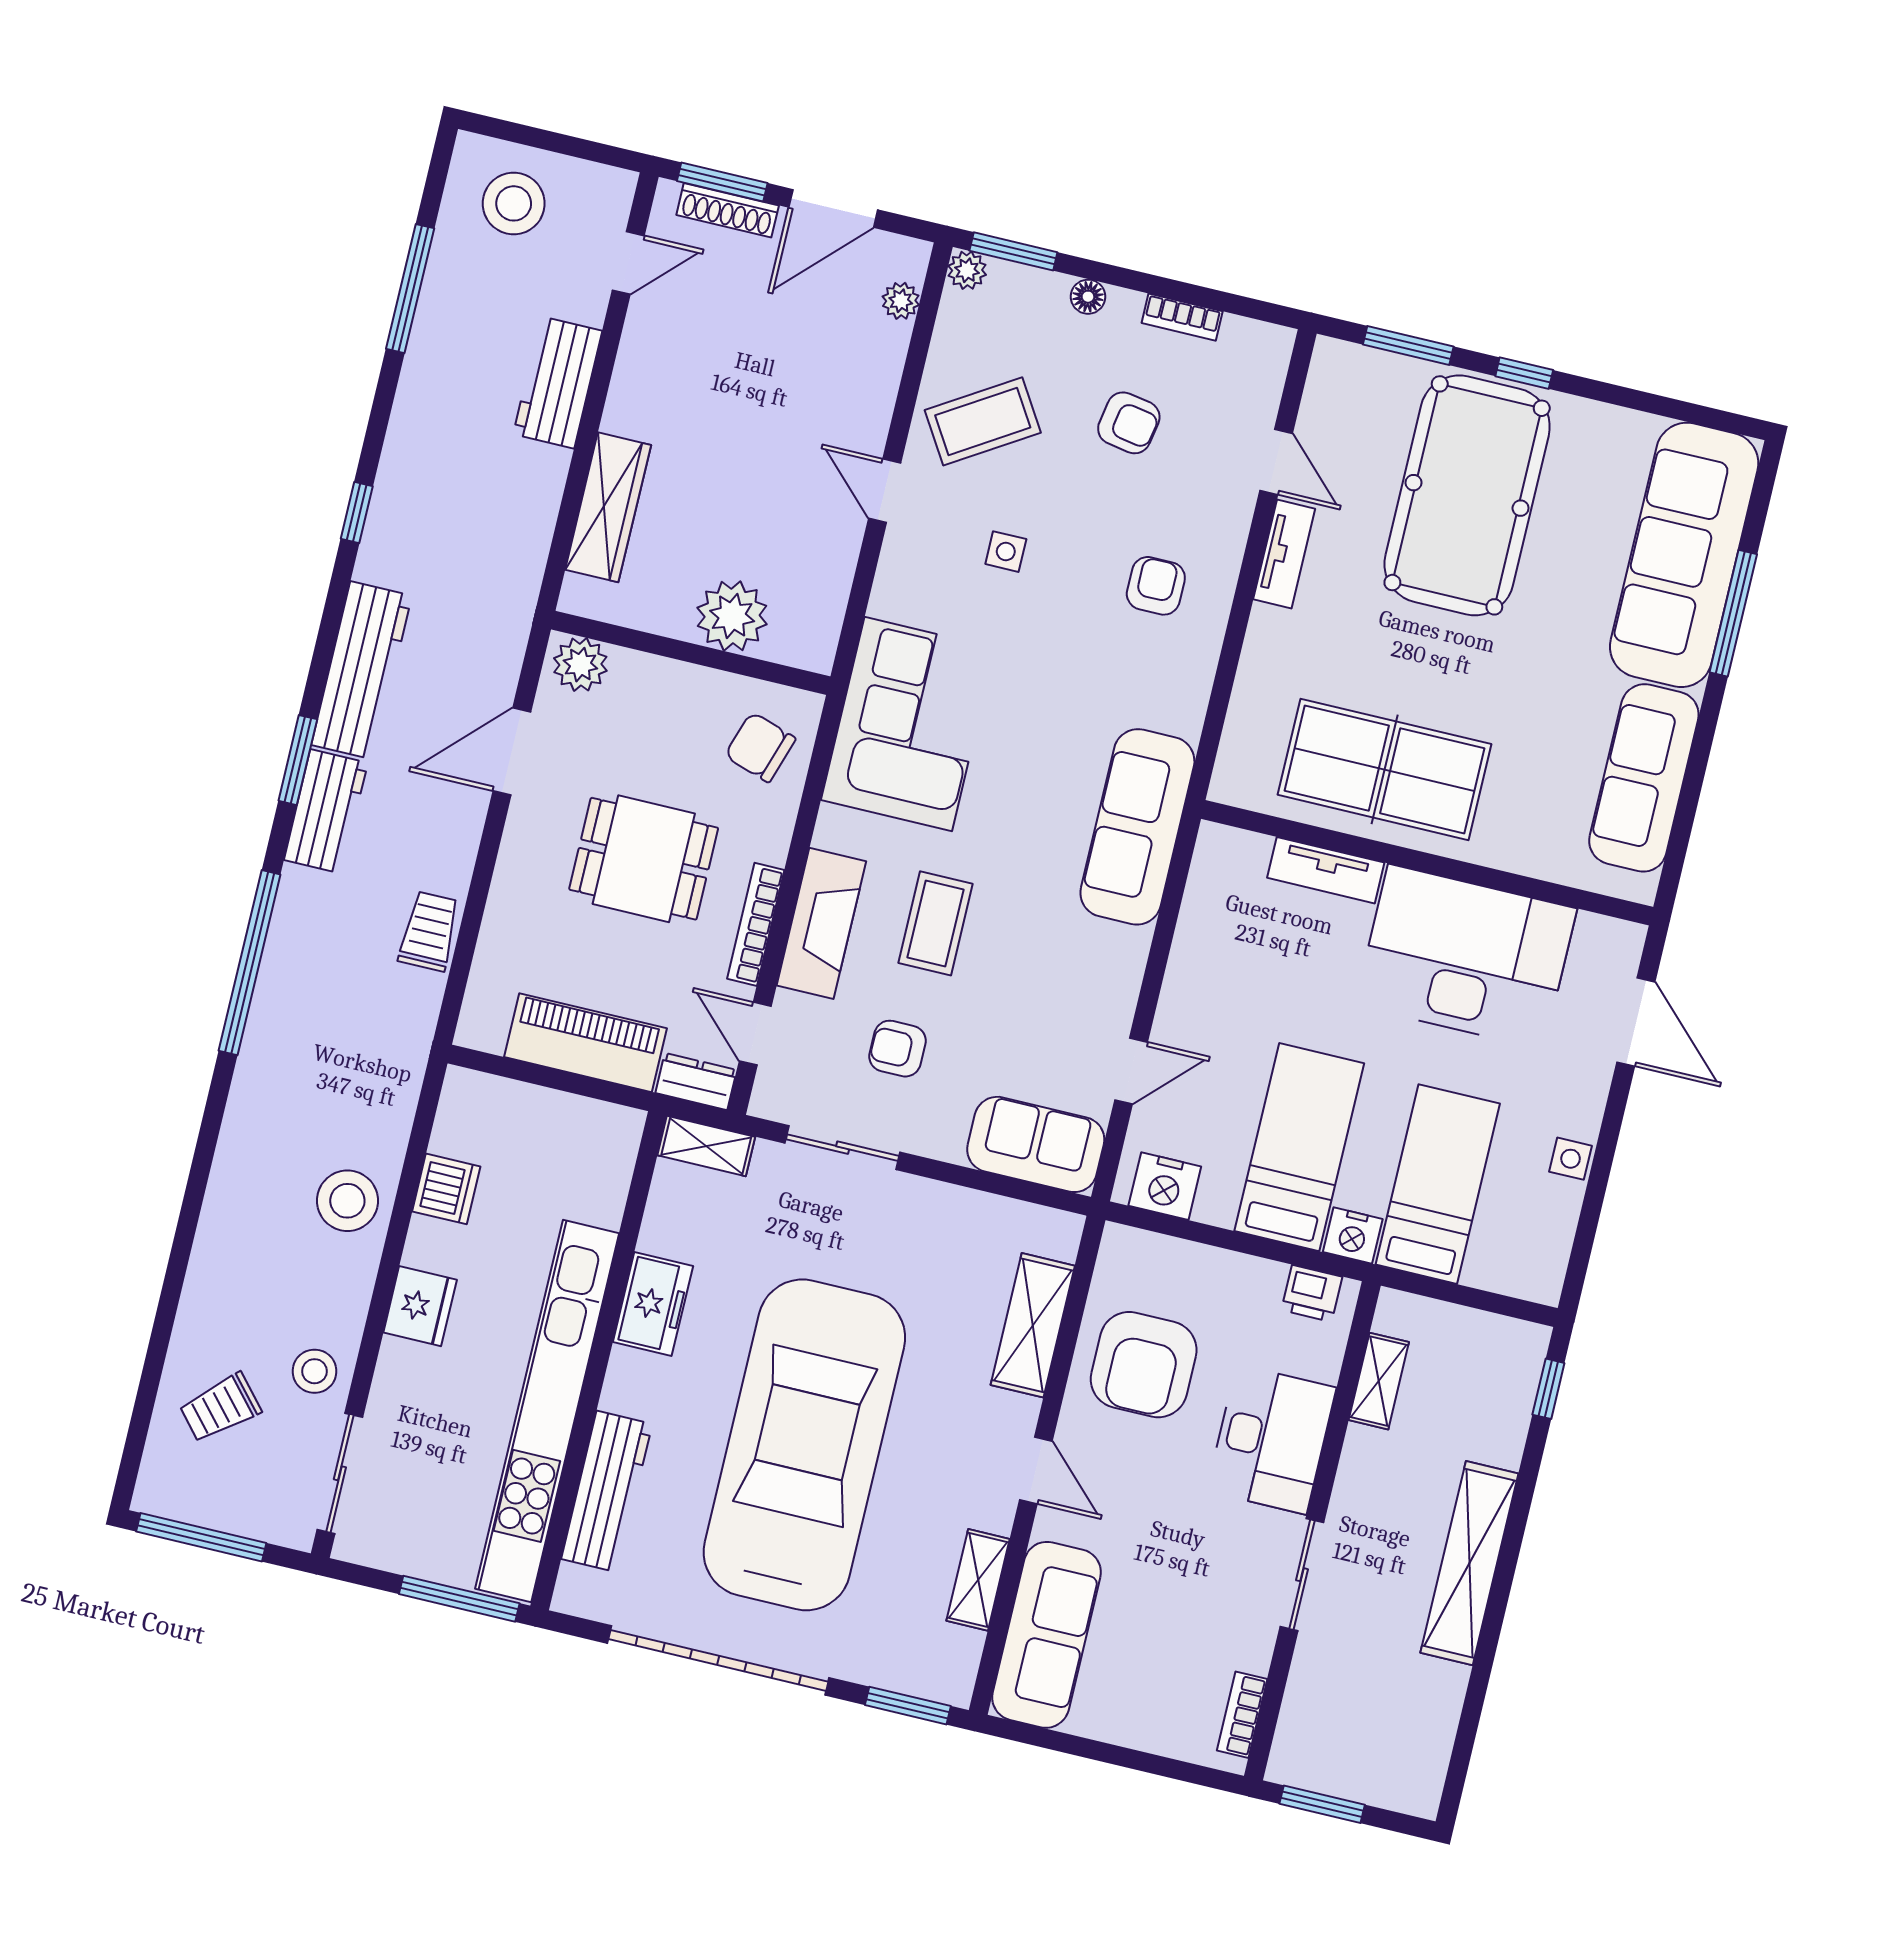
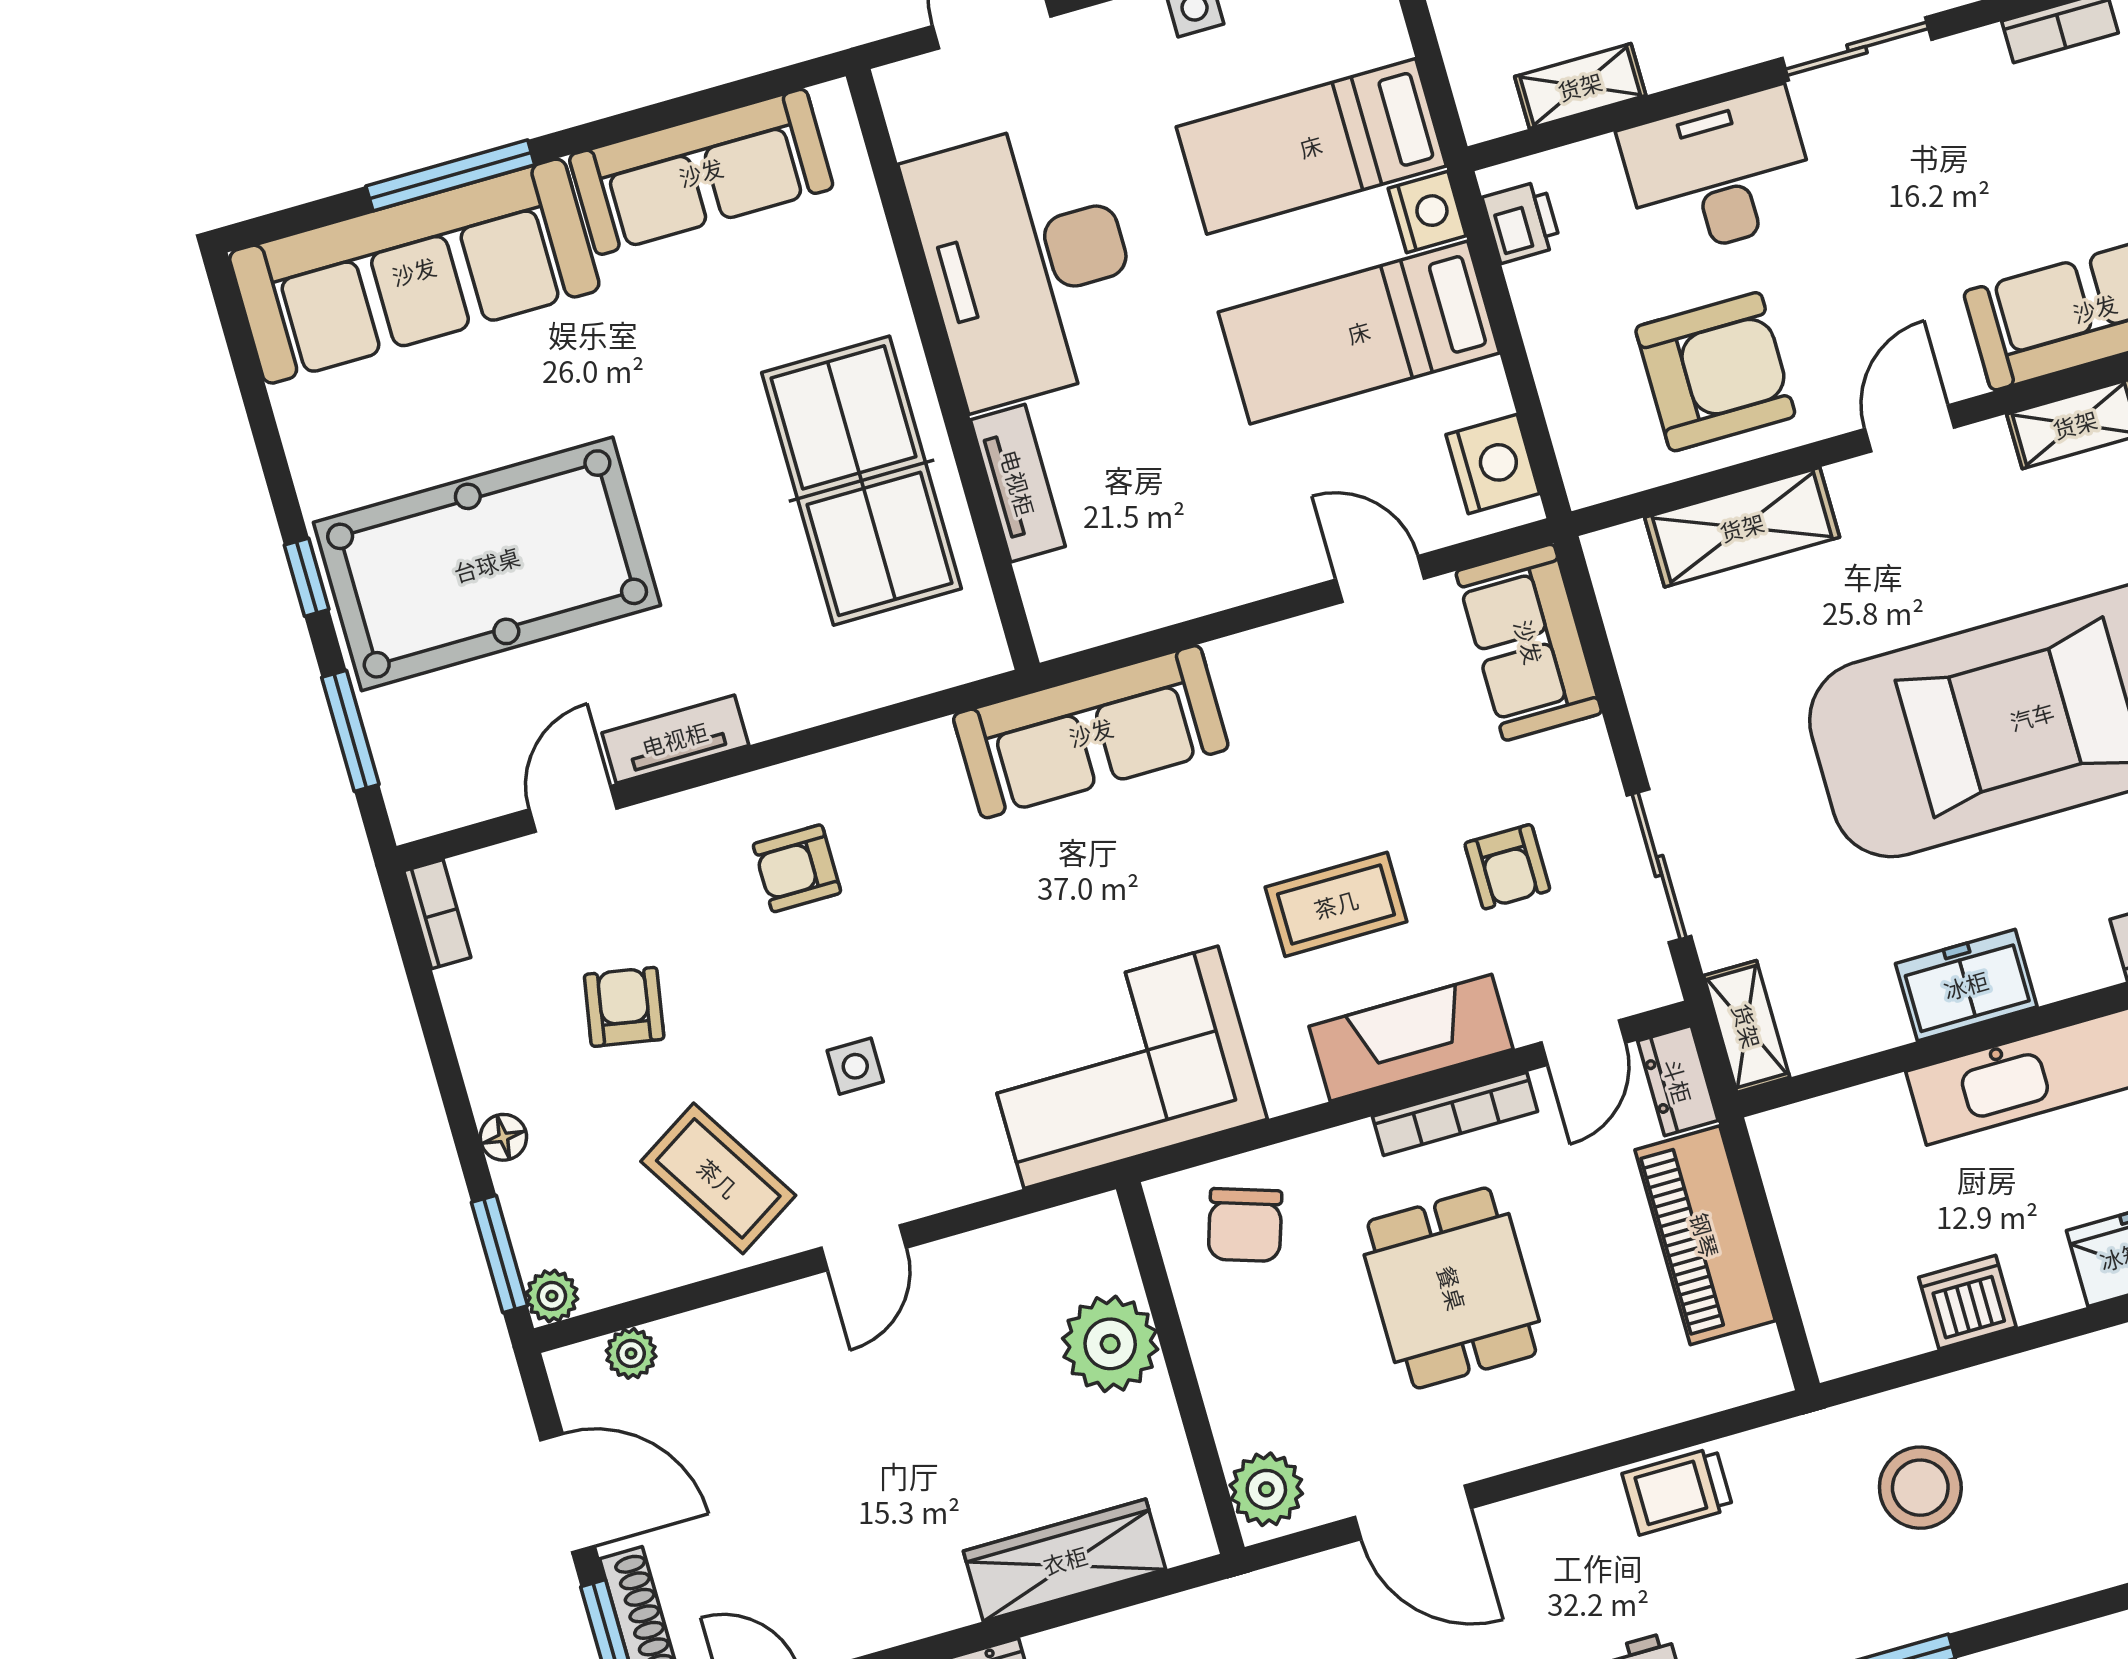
bookcase: (1182, 317) -> (437, 914), moved
stool: (347, 1201) -> (1920, 1488), moved

